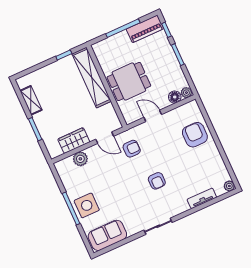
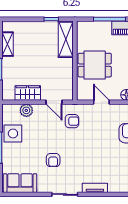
shelving: (92, 77) -> (66, 39), width x0.68
armchair: (157, 181) -> (53, 160), moved
tv unit: (202, 198) -> (95, 188), moved
side table: (87, 205) -> (13, 133), moved

